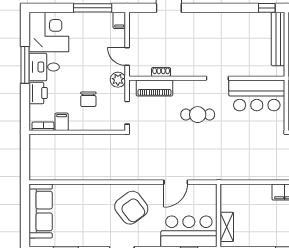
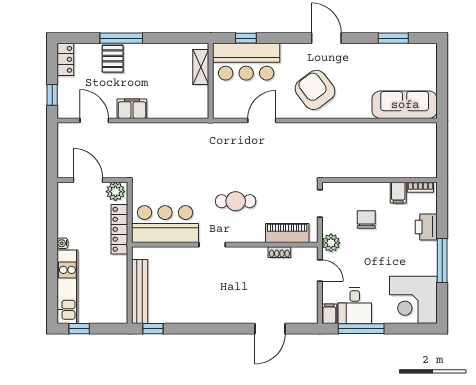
desk: (44, 67) -> (355, 306), moved, turned 90
sofa: (41, 211) -> (405, 105), moved, turned 90

